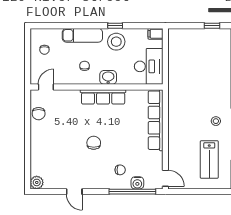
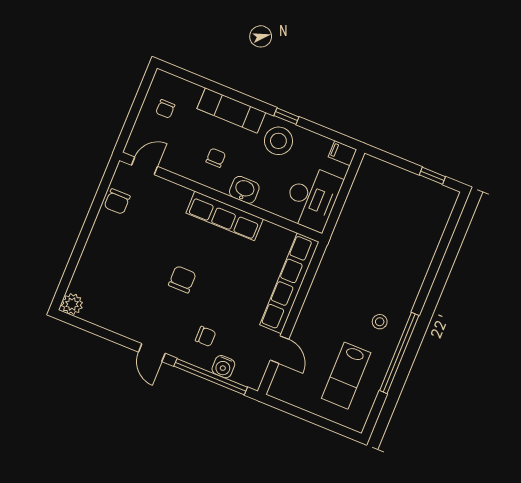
door: (165, 178) -> (280, 350), moved
door: (74, 192) -> (152, 353), moved

